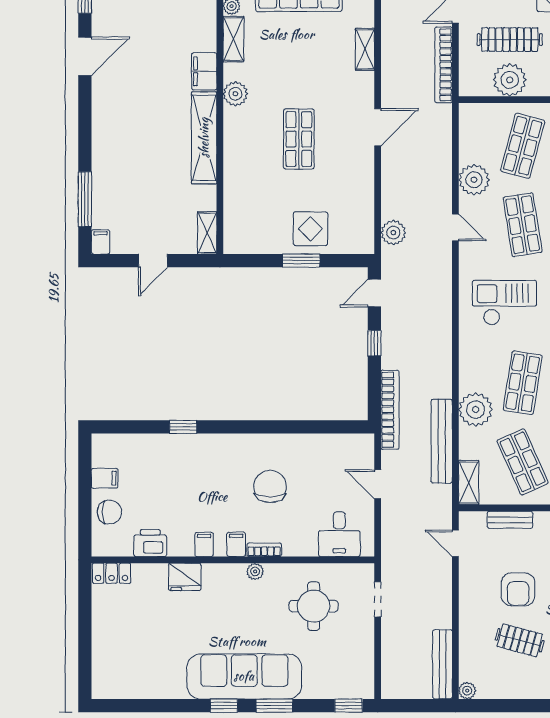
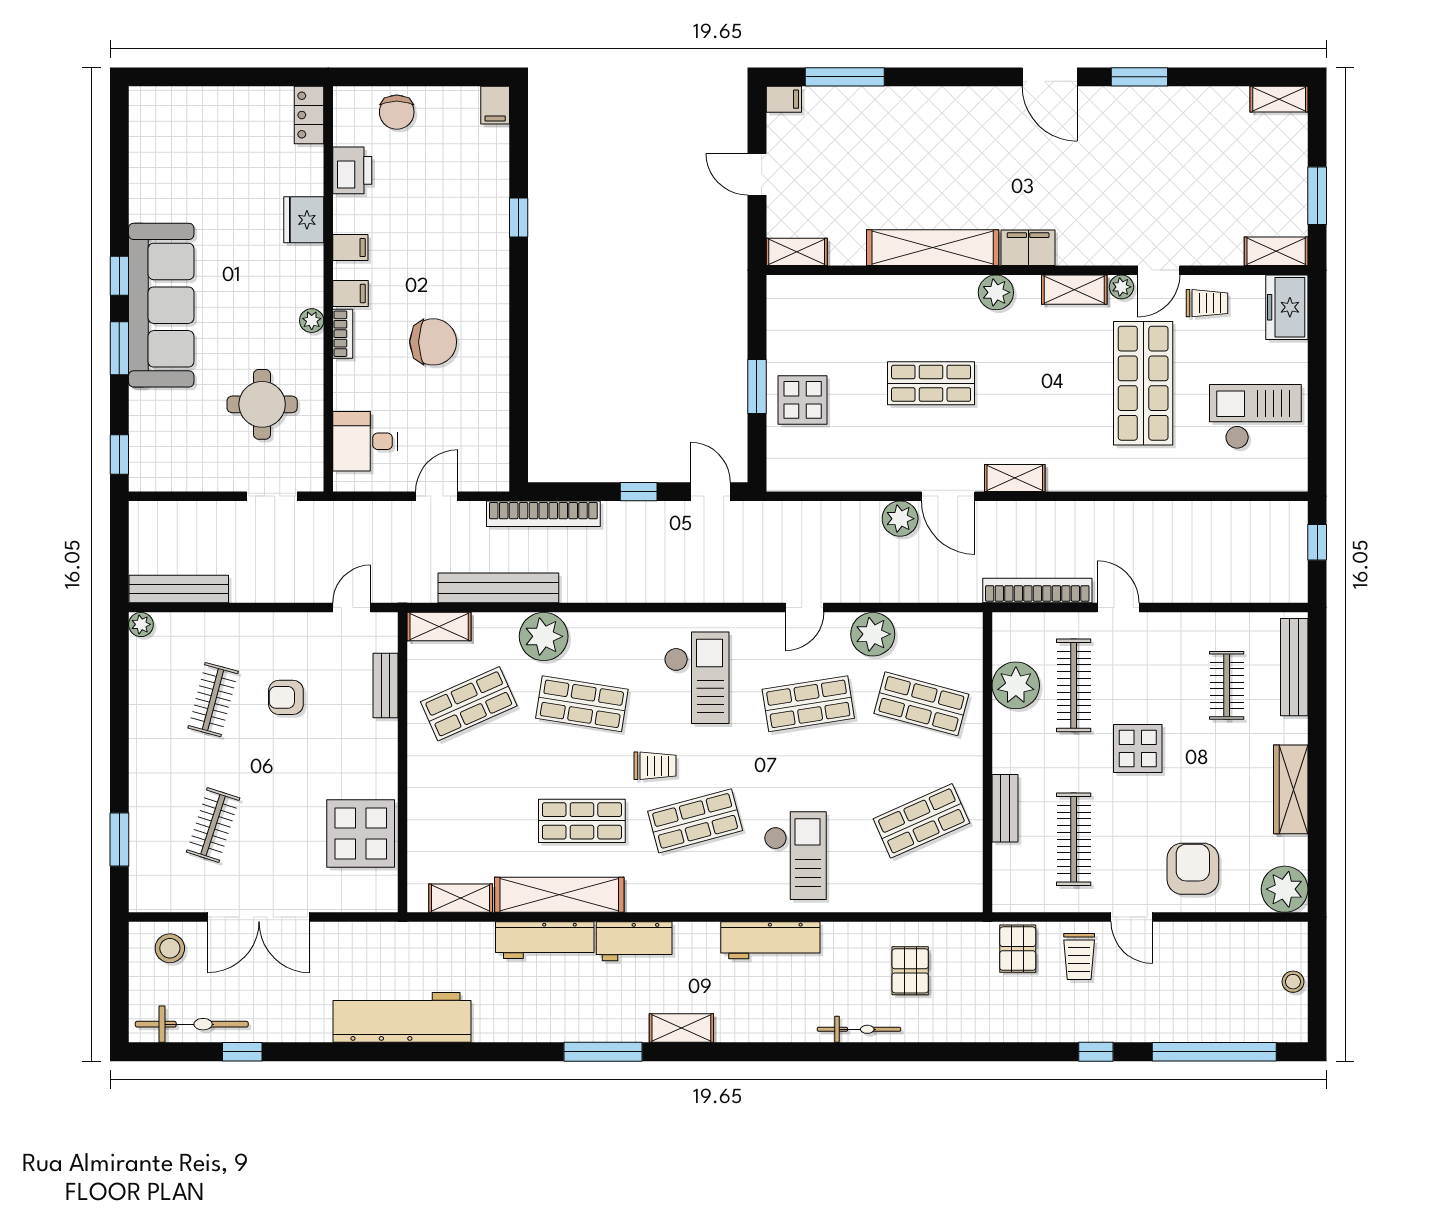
shelving: (365, 49) -> (1015, 478), moved
plant: (393, 233) -> (900, 519), moved
filing cabinet: (105, 478) -> (495, 105), moved
armchair: (518, 589) -> (286, 697), width x0.72, depth x0.72

